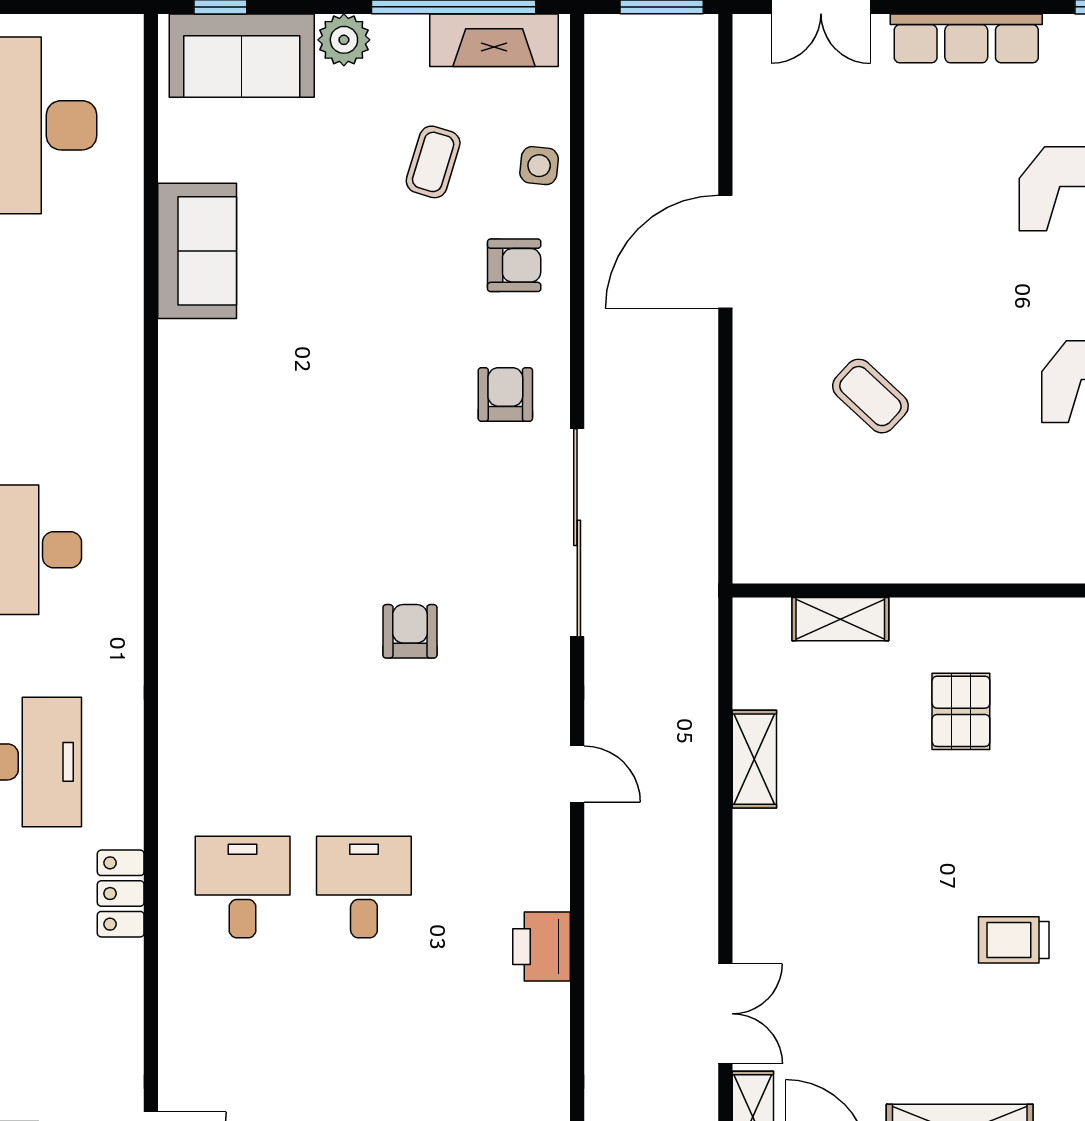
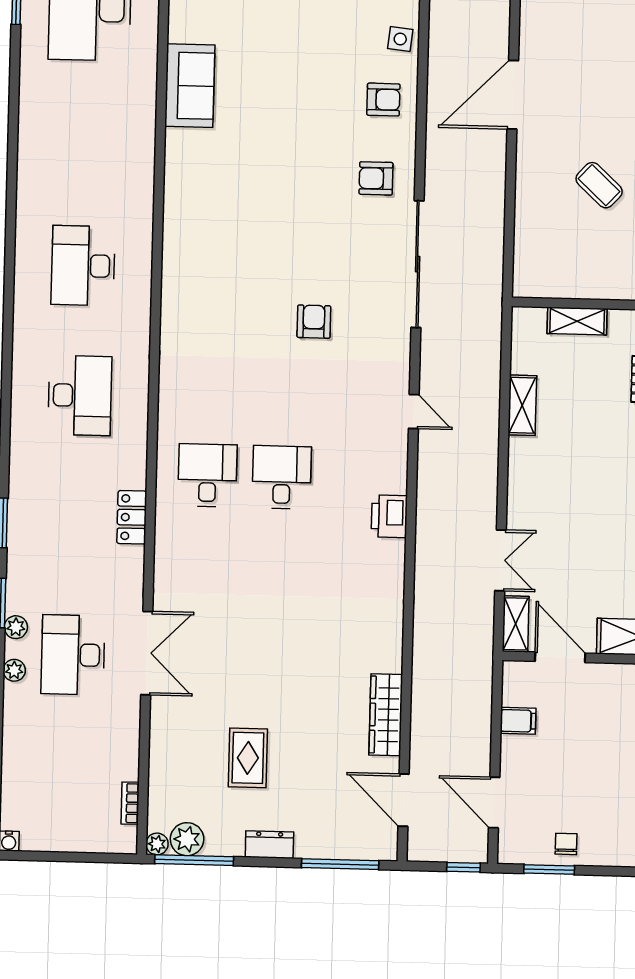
coffee table: (433, 162) -> (336, 35), removed
armchair: (505, 395) -> (376, 178), turned -90
locker: (121, 894) -> (132, 517), moved

